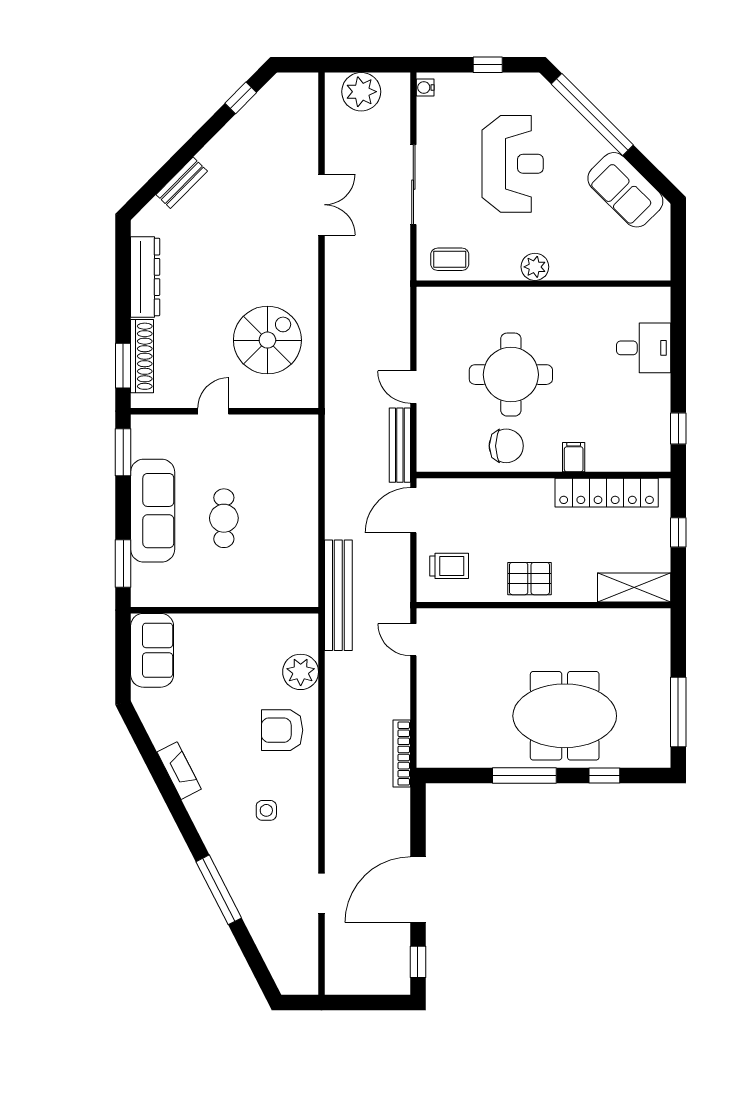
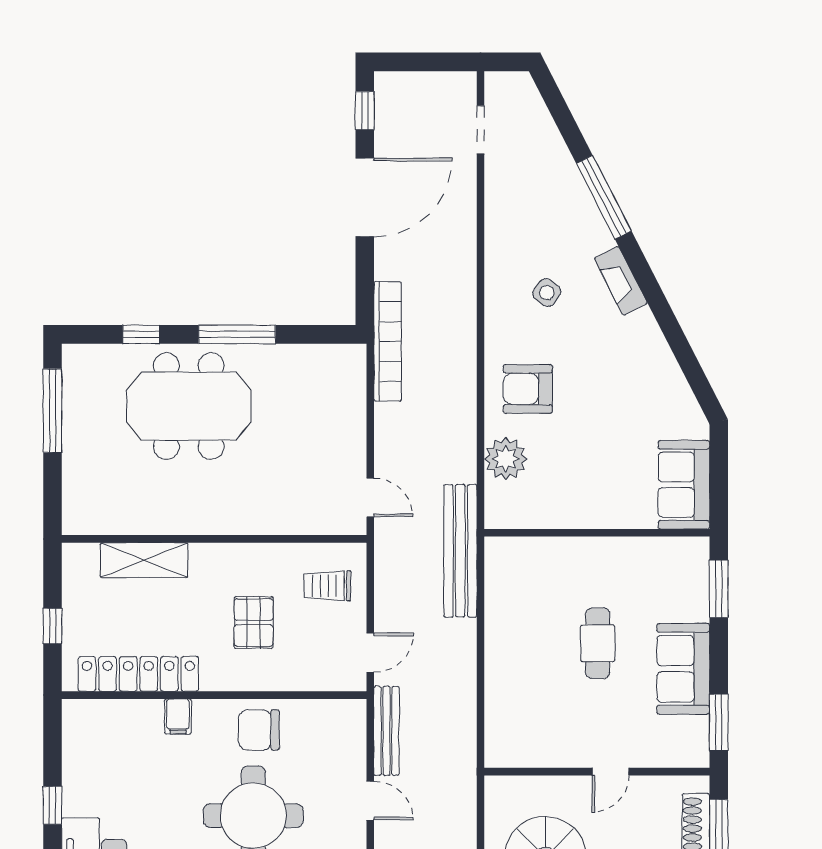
window: (678, 429) -> (52, 805), moved
door: (413, 510) -> (370, 653), width x0.73
sofa: (153, 511) -> (683, 669), width x0.73
pallet: (529, 579) -> (254, 623), moved, turned 90
shelving: (634, 587) -> (144, 560), moved
armchair: (282, 730) -> (528, 389), turned 180
bookcase: (402, 753) -> (388, 341), width x1.48, depth x1.31
fireplace: (179, 771) -> (621, 281), moved
side table: (266, 810) -> (547, 293), turned 36
doorway: (322, 893) -> (481, 130), moved

